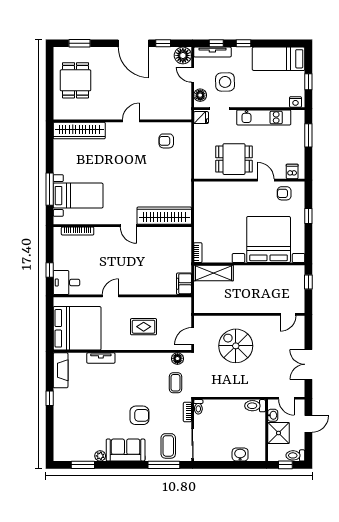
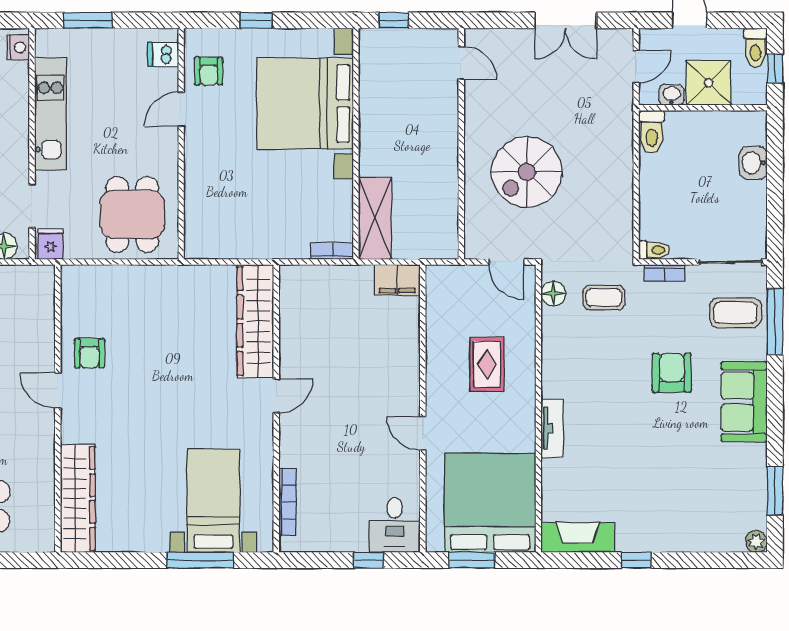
armchair: (166, 141) -> (89, 353), moved
dining table: (234, 159) -> (132, 215), moved
window: (50, 320) -> (472, 560), added
tv unit: (101, 358) -> (552, 428), moved
plant: (100, 456) -> (756, 541), moved

